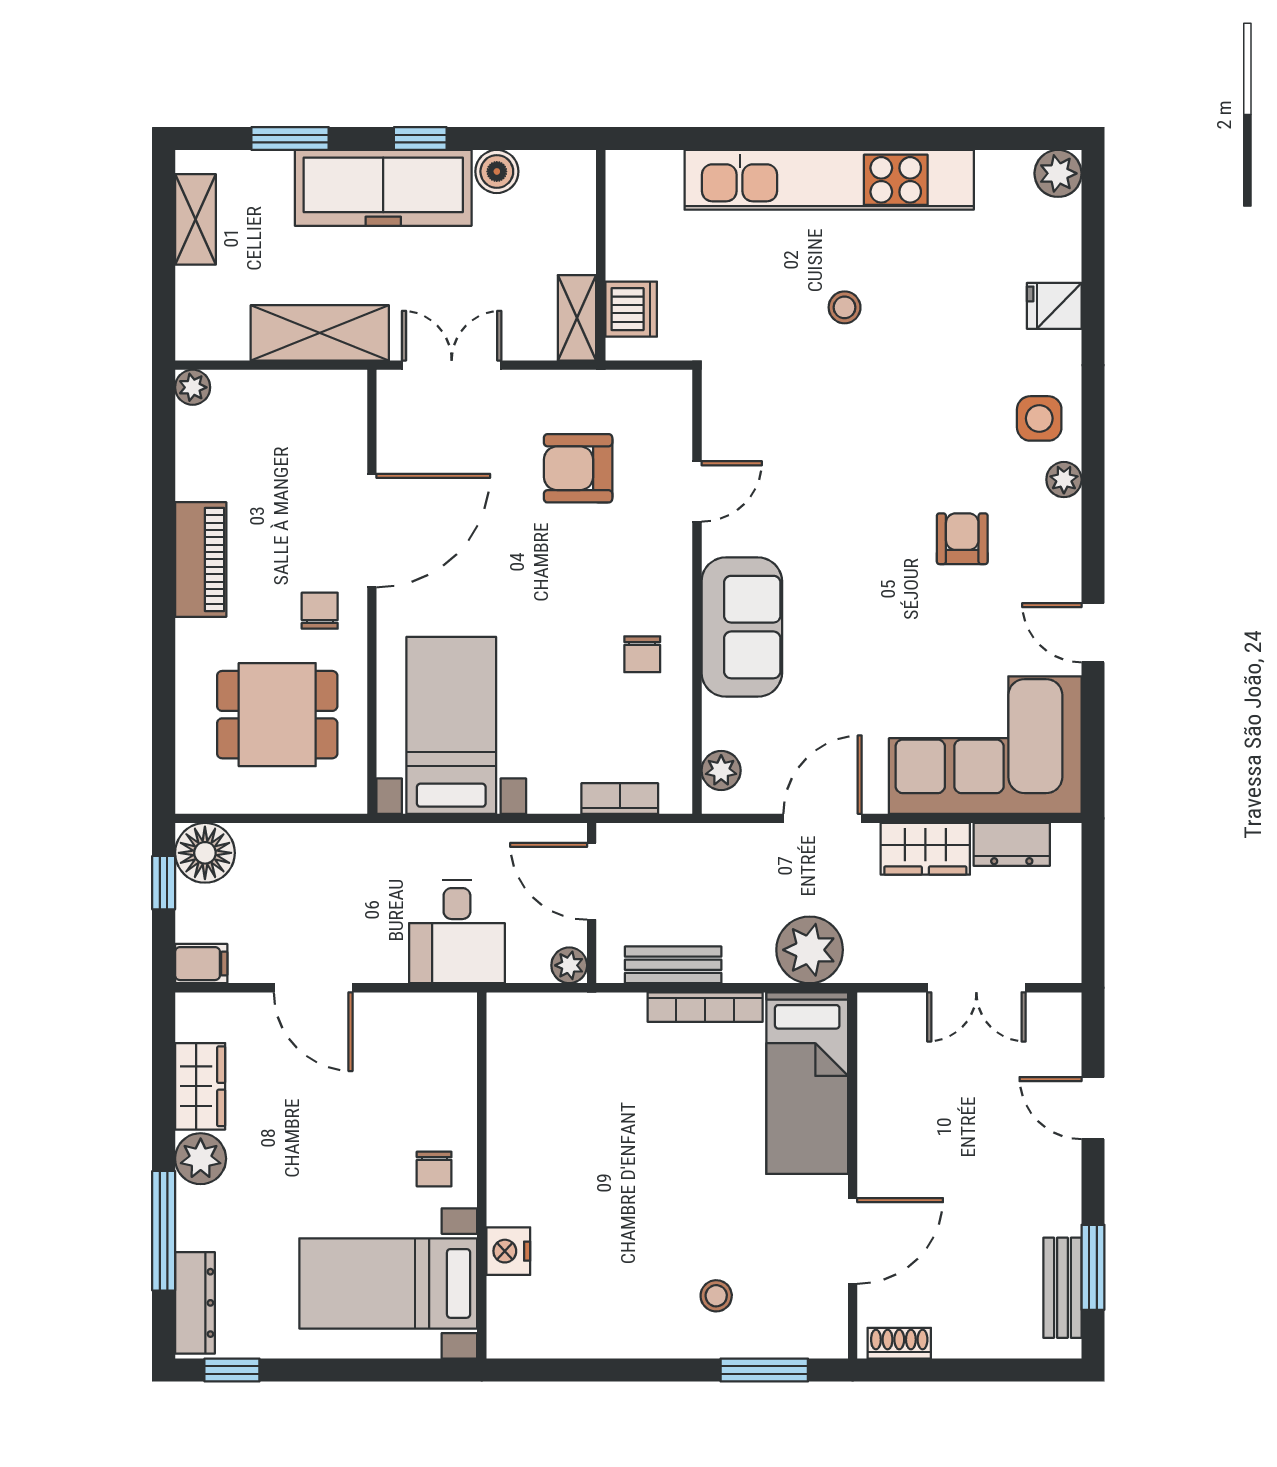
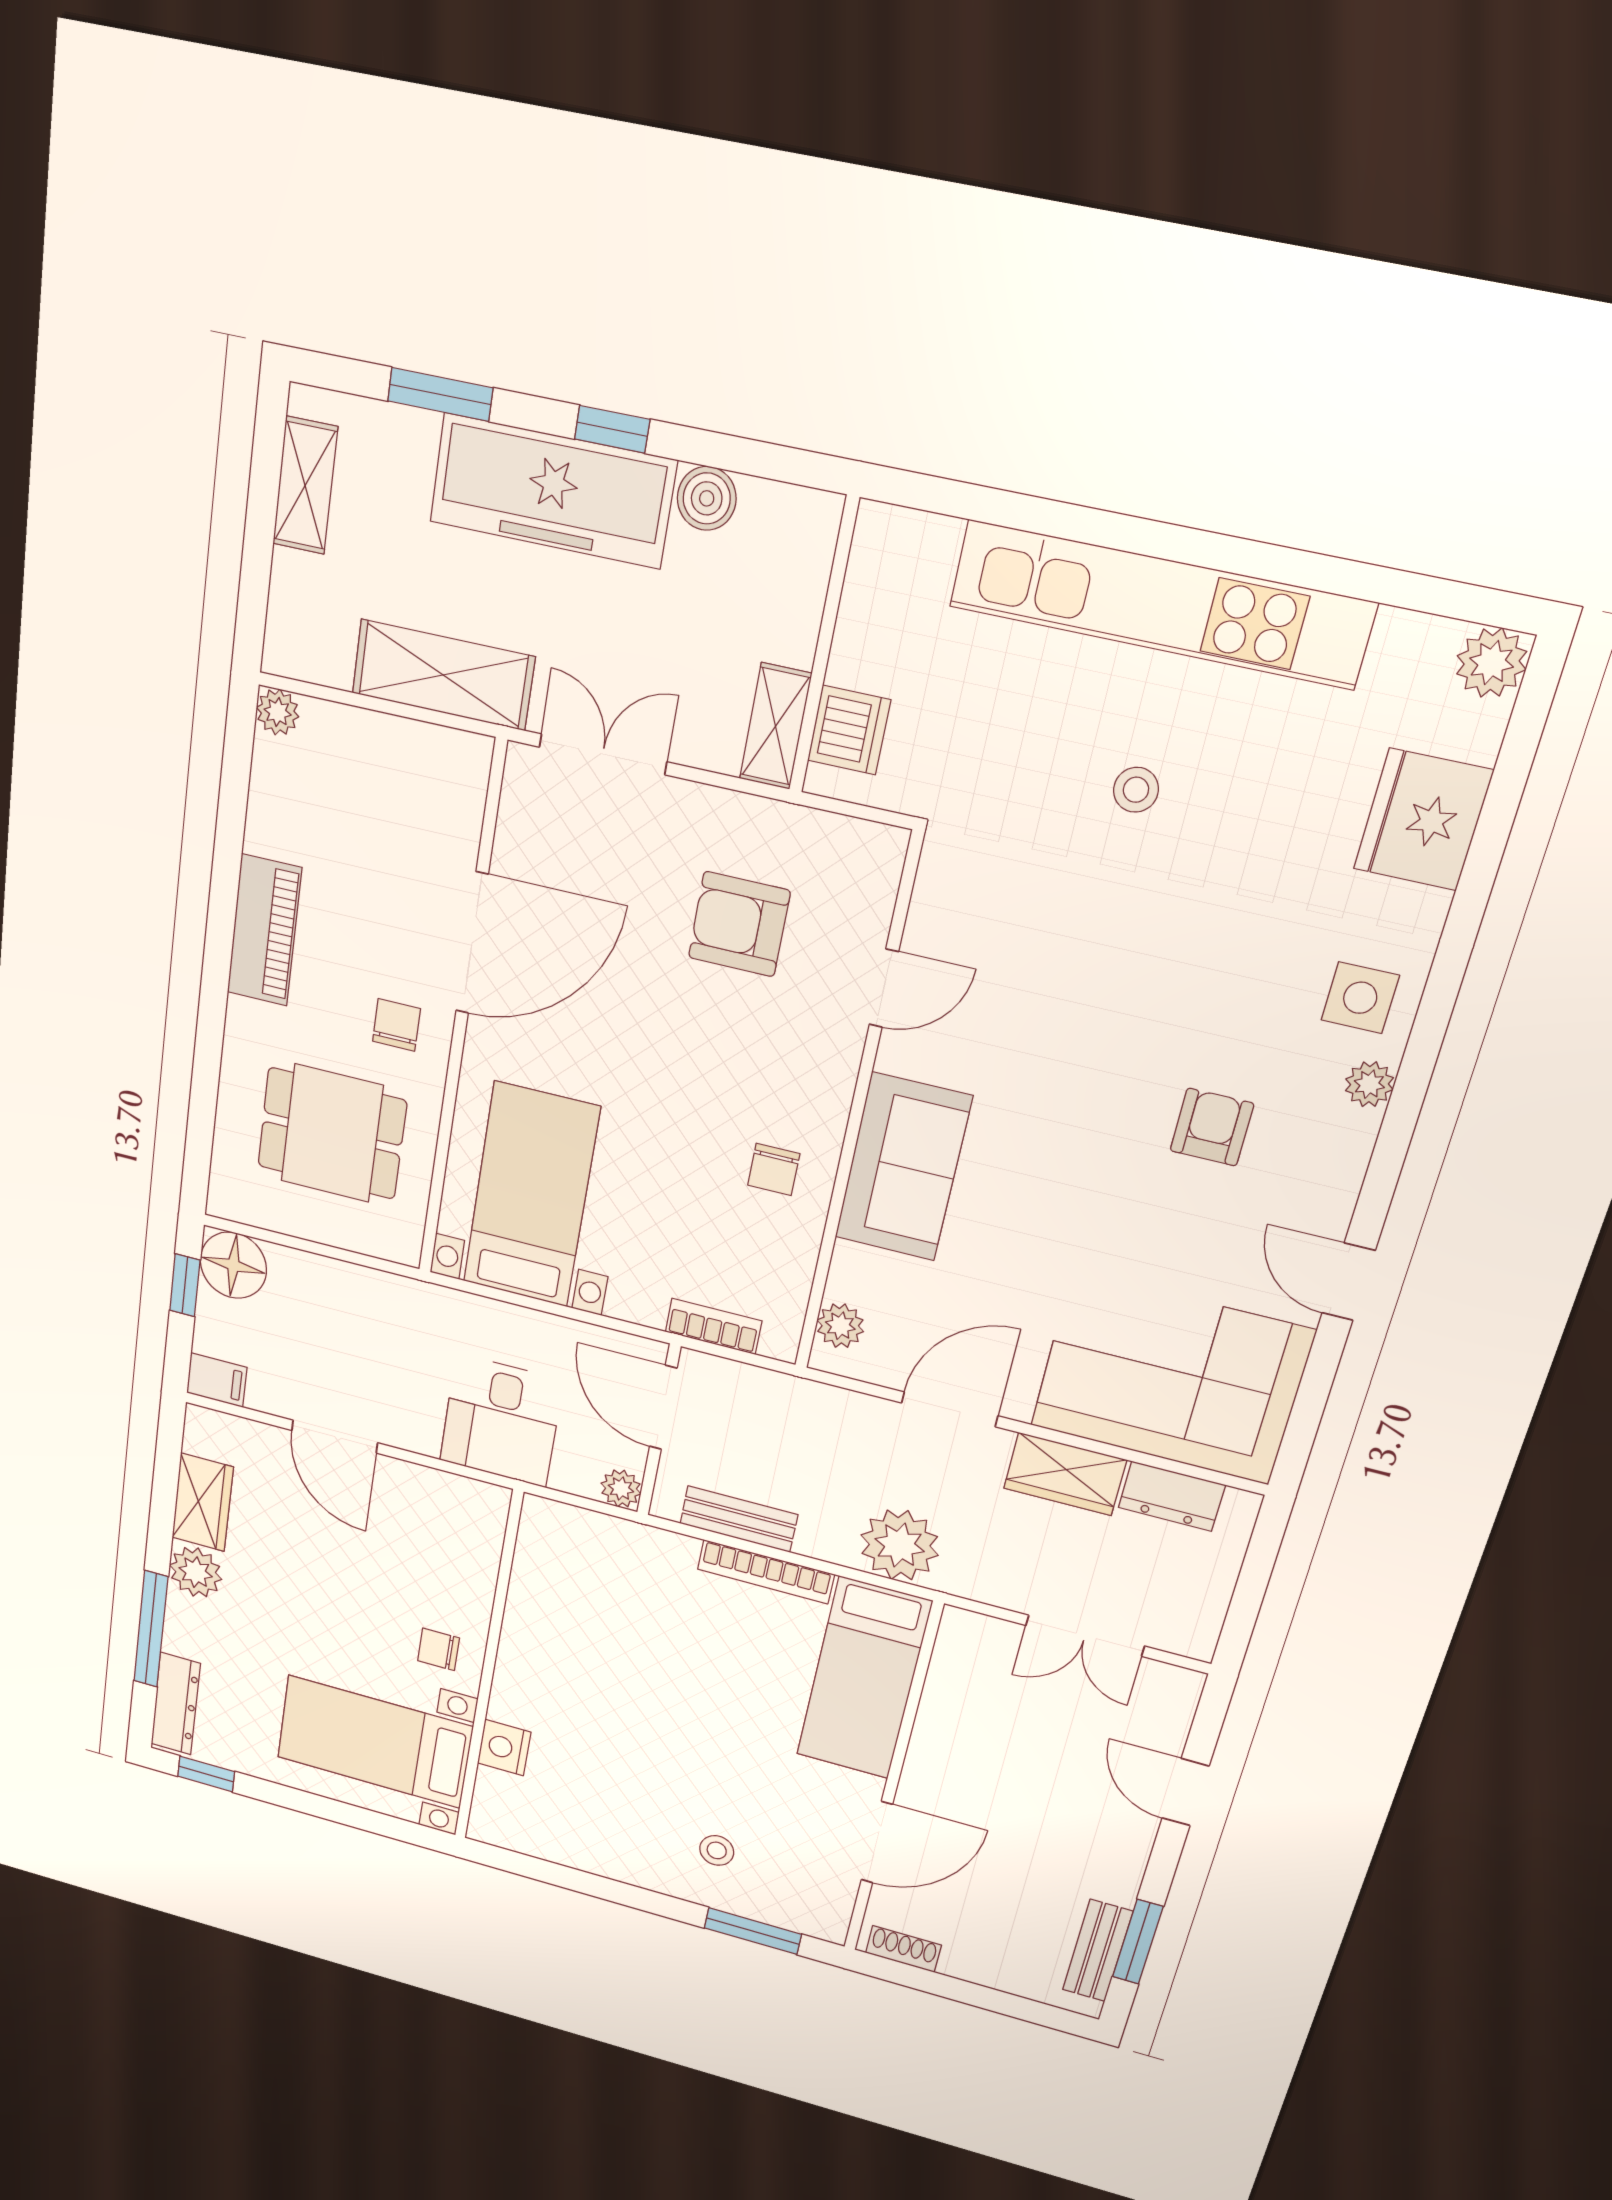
fridge: (1054, 306) -> (1423, 820), width x1.88, depth x1.34
chair: (434, 1169) -> (439, 1649), turned 90

